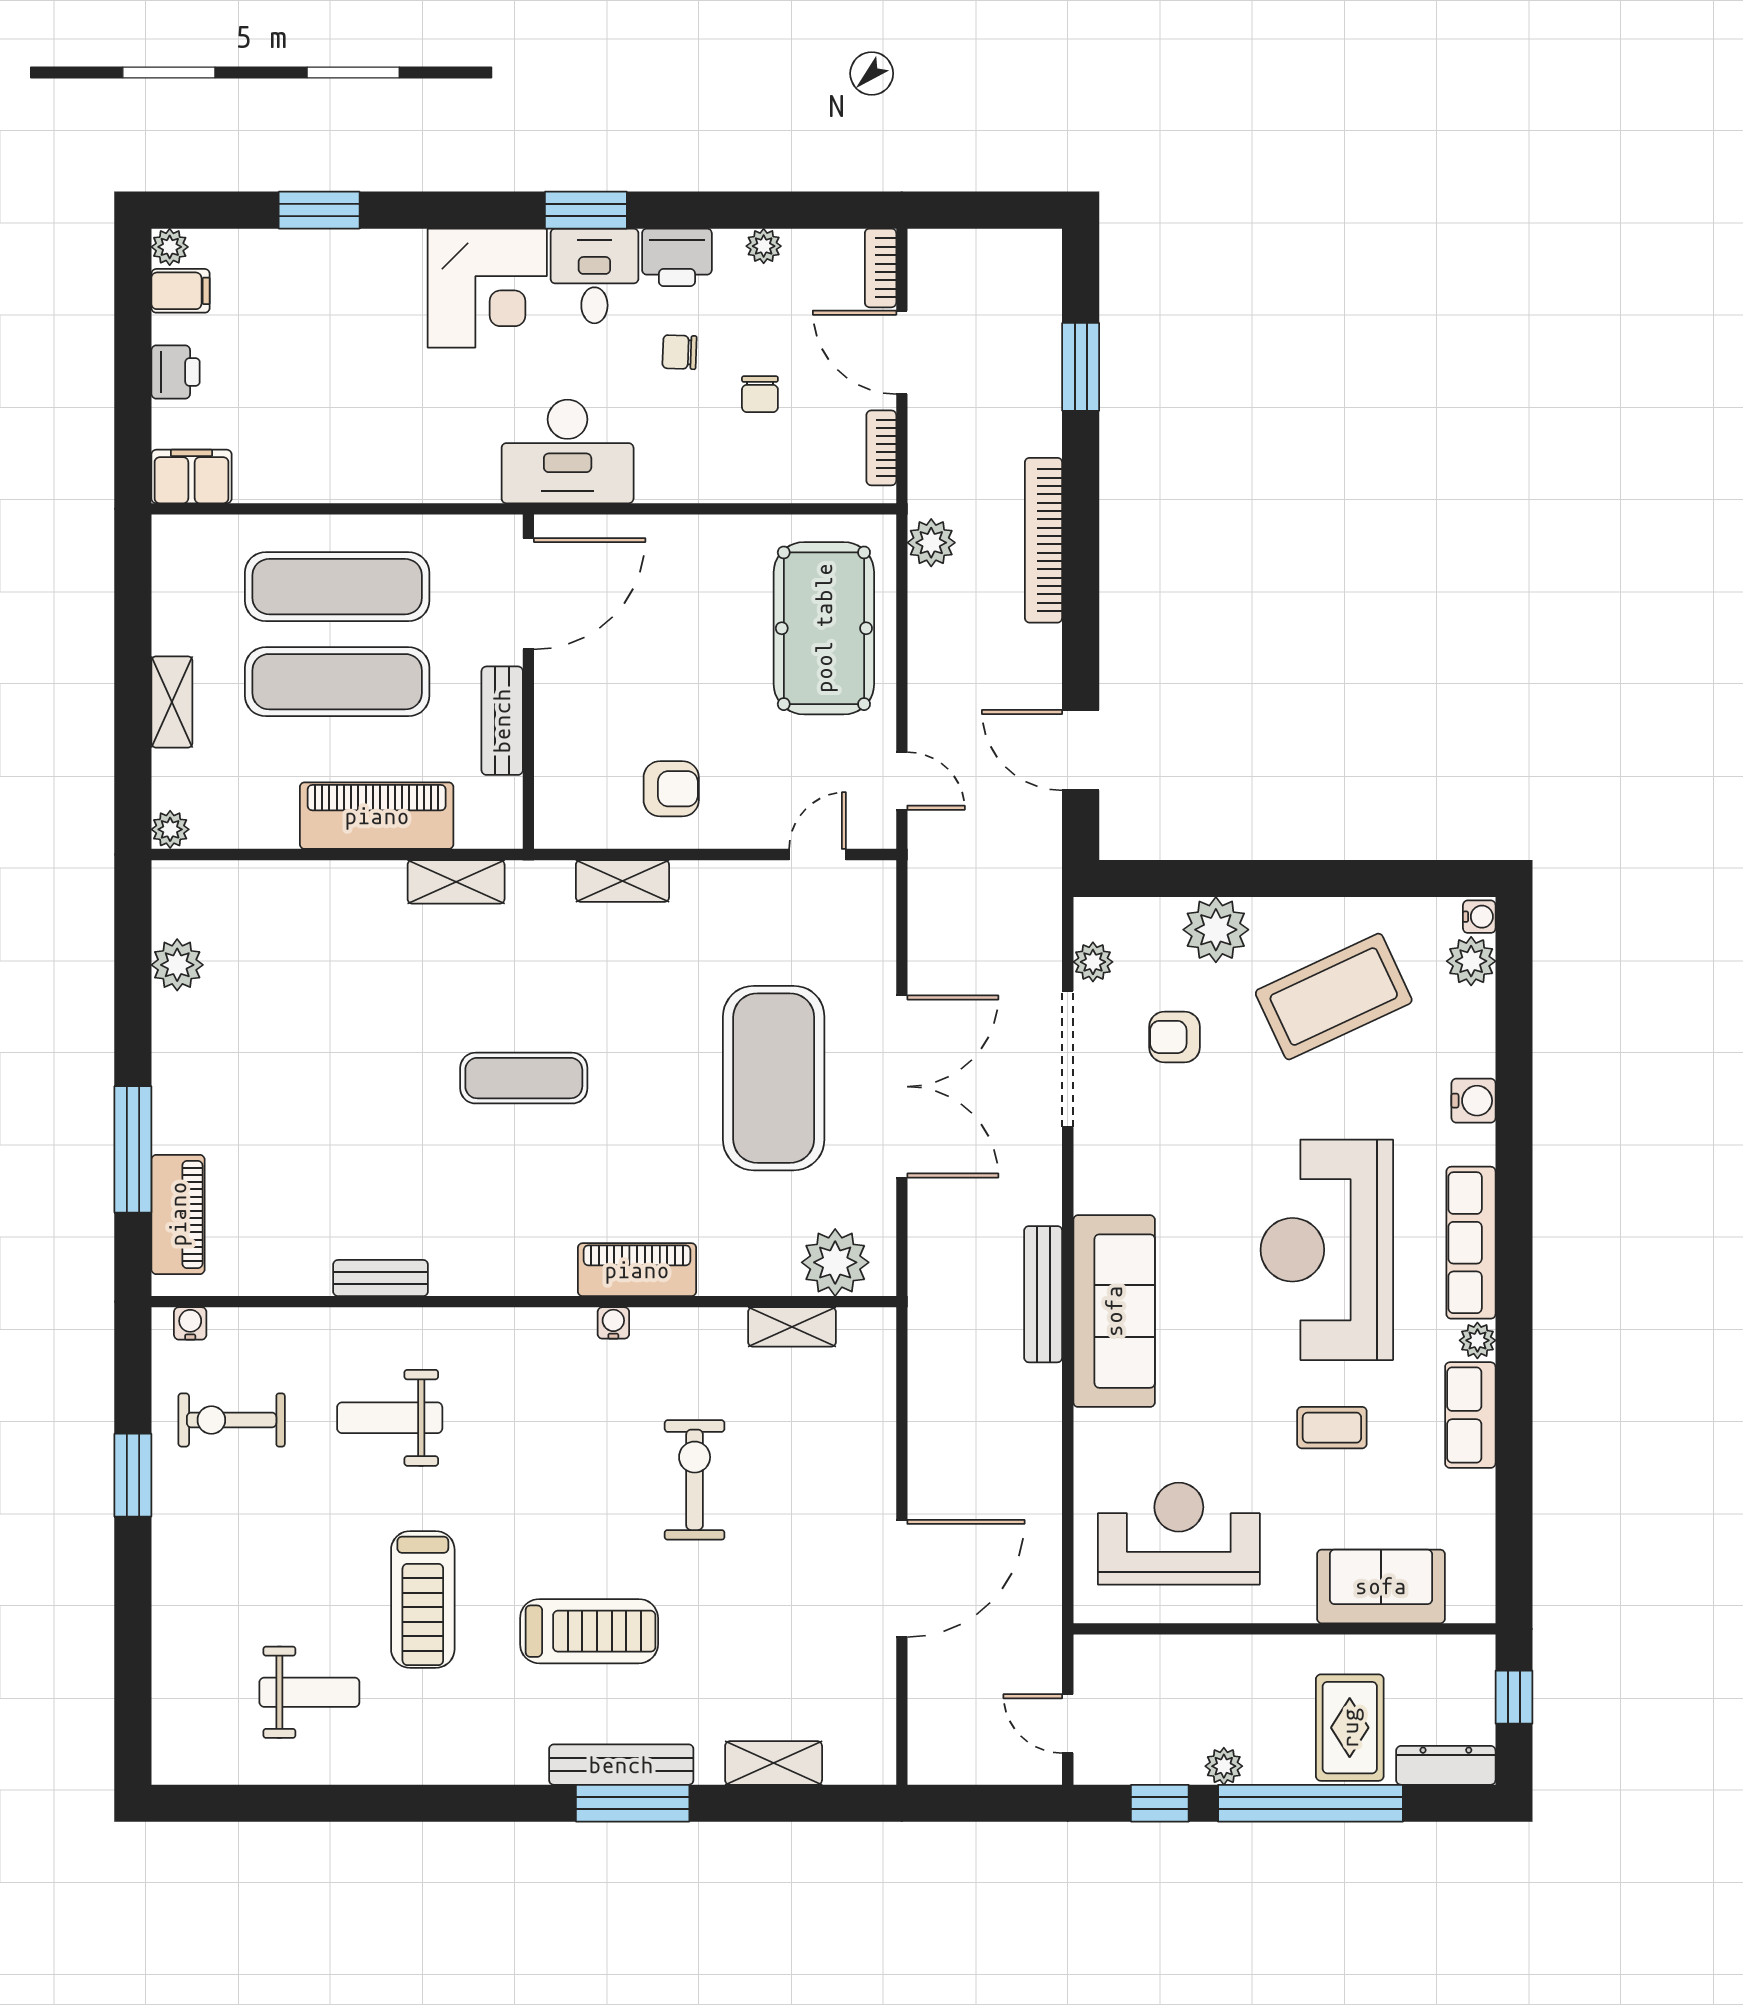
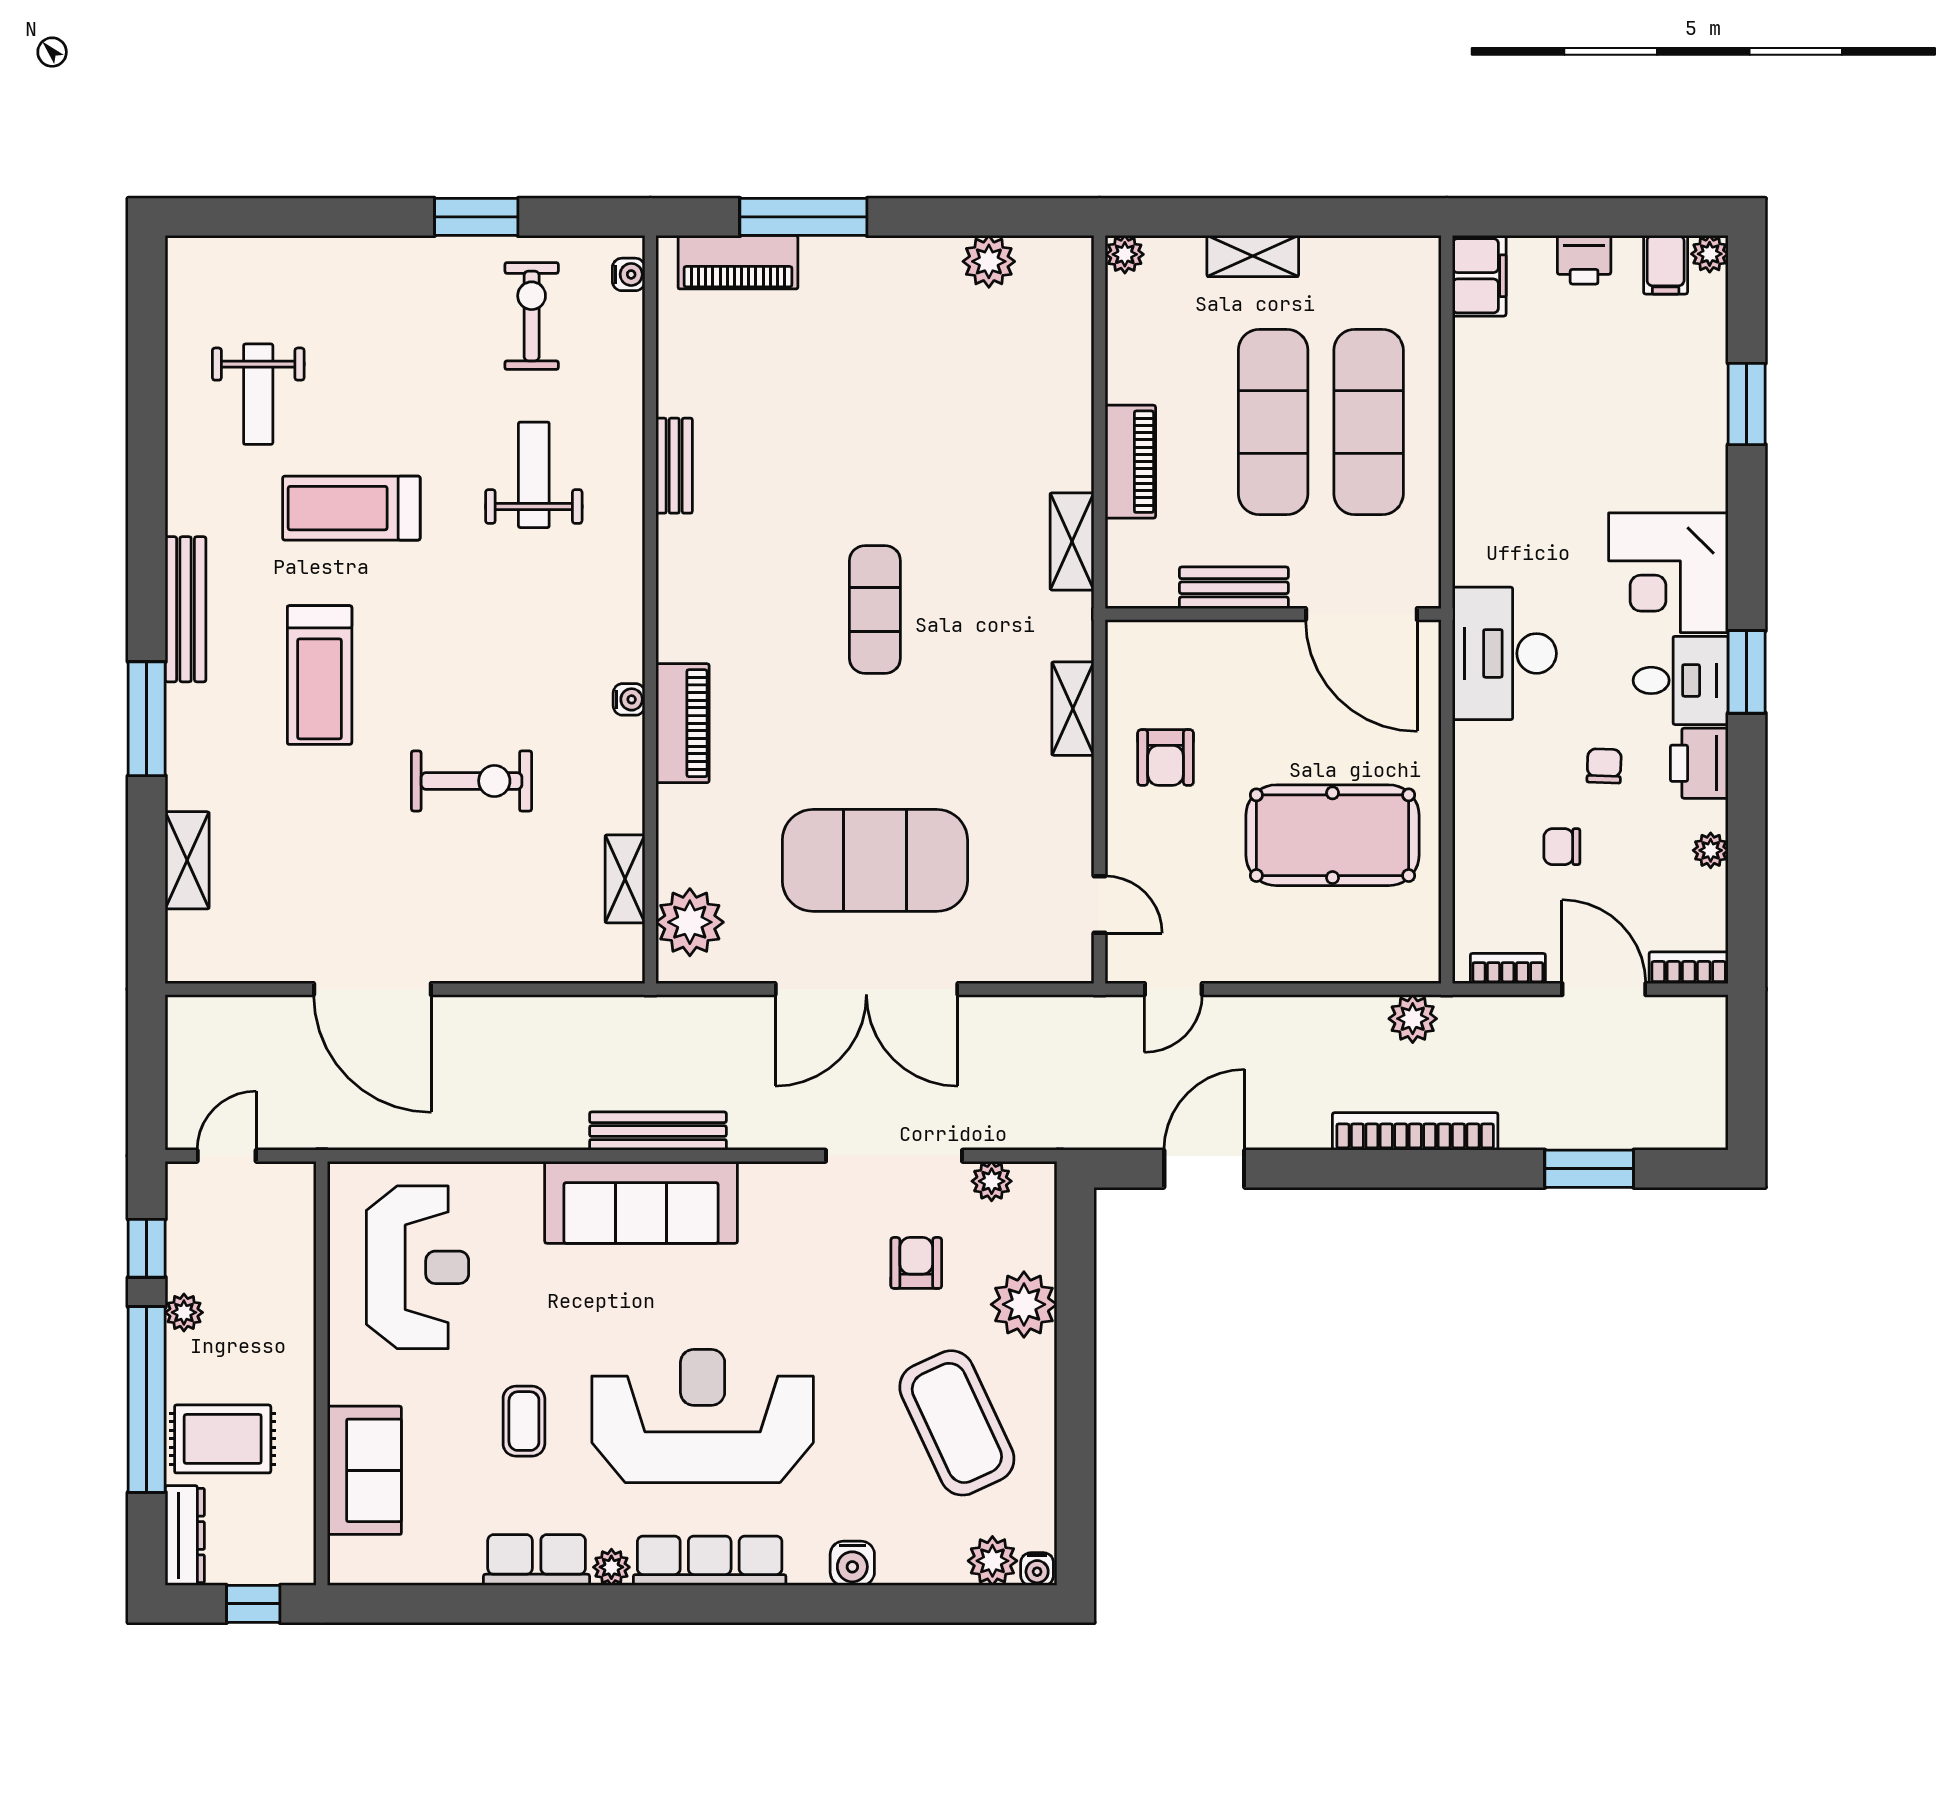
door: (902, 352) -> (1604, 989), hinge flipped
pool table: (824, 628) -> (1333, 835), moved
piano: (377, 816) -> (1130, 462), width x0.73, depth x0.75
bench: (621, 1765) -> (186, 609), moved

